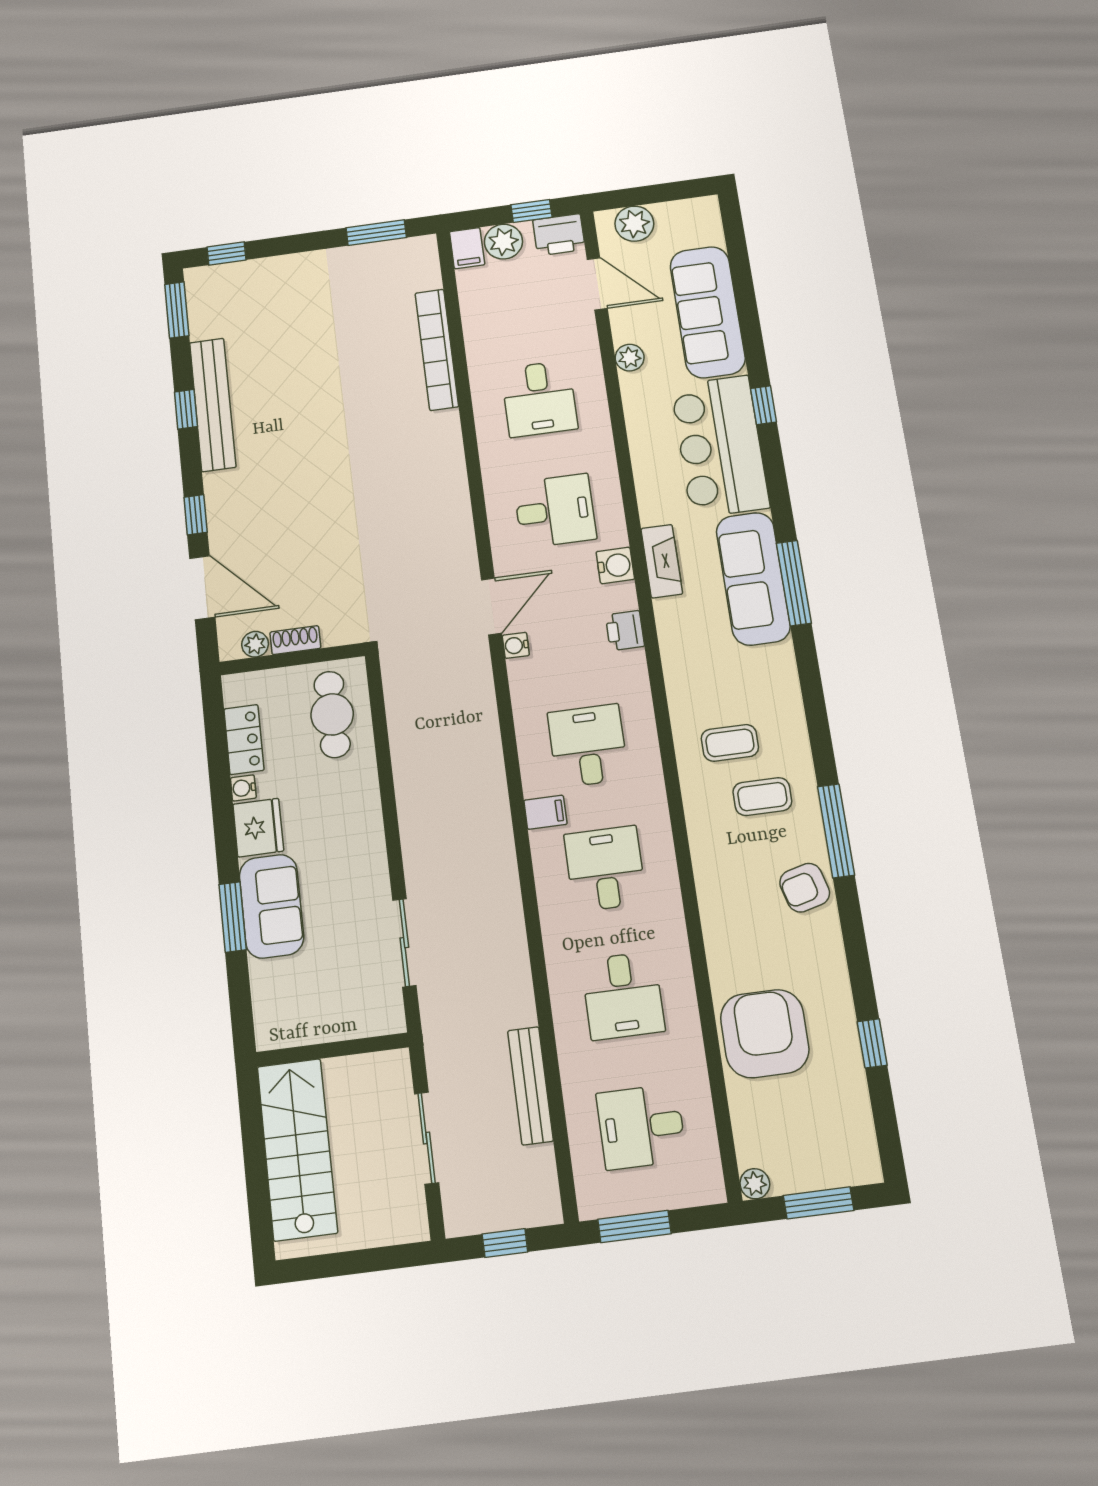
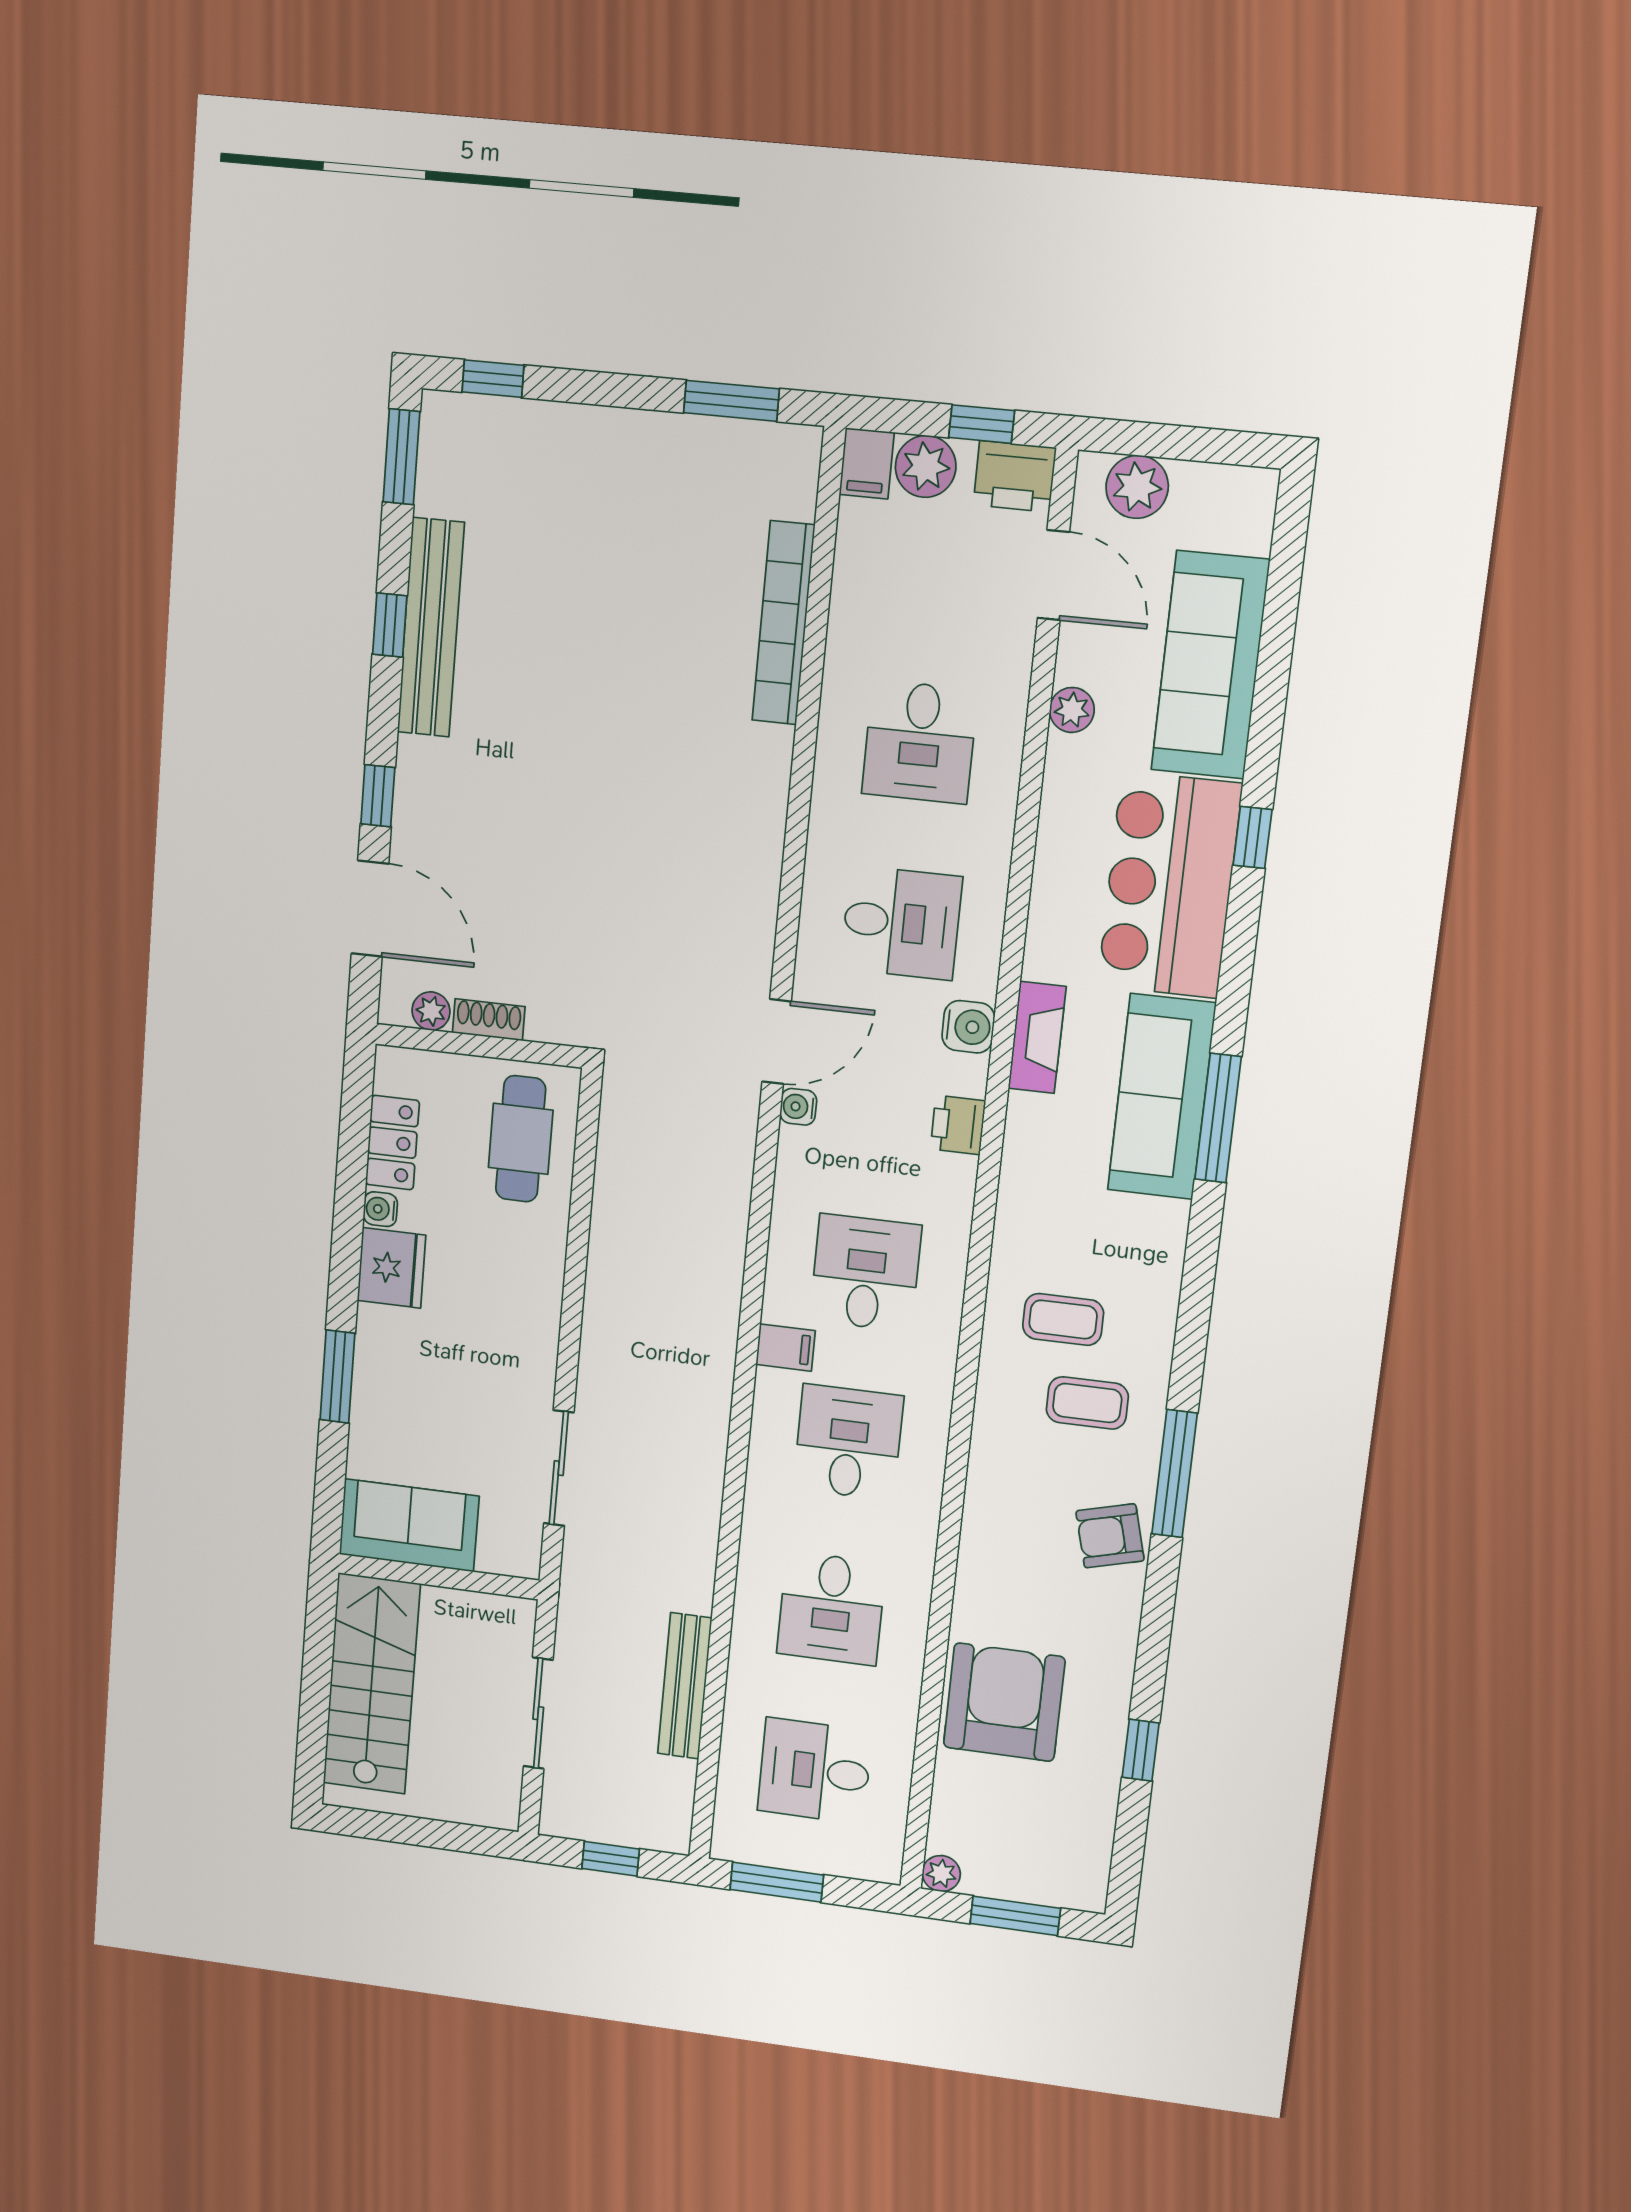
sofa: (271, 906) -> (409, 1525), moved, turned -90

